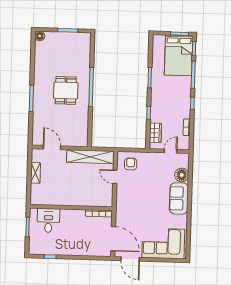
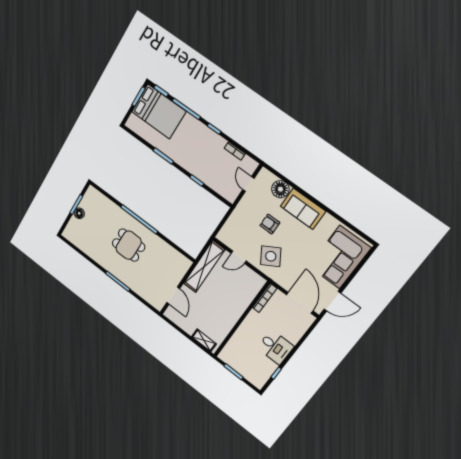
floor lamp: (40, 36) -> (79, 213), moved
wardrobe: (155, 133) -> (220, 187), removed
door: (52, 148) -> (173, 296), swing flipped
armchair: (131, 164) -> (270, 224), moved
shelving: (35, 173) -> (204, 340), moved
side table: (131, 198) -> (271, 256), added
desk: (48, 220) -> (275, 347), moved, turned 180
door: (113, 239) -> (300, 303), hinge flipped

